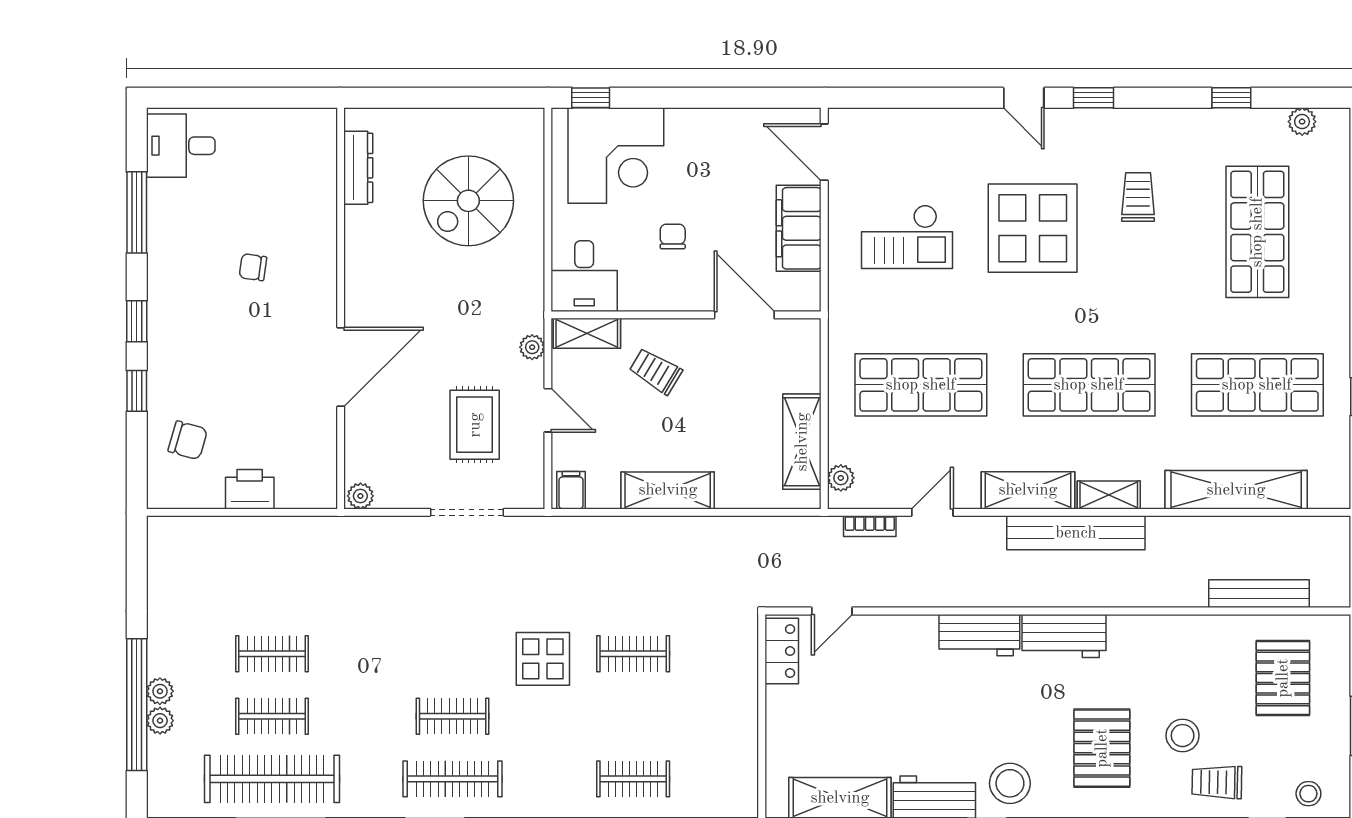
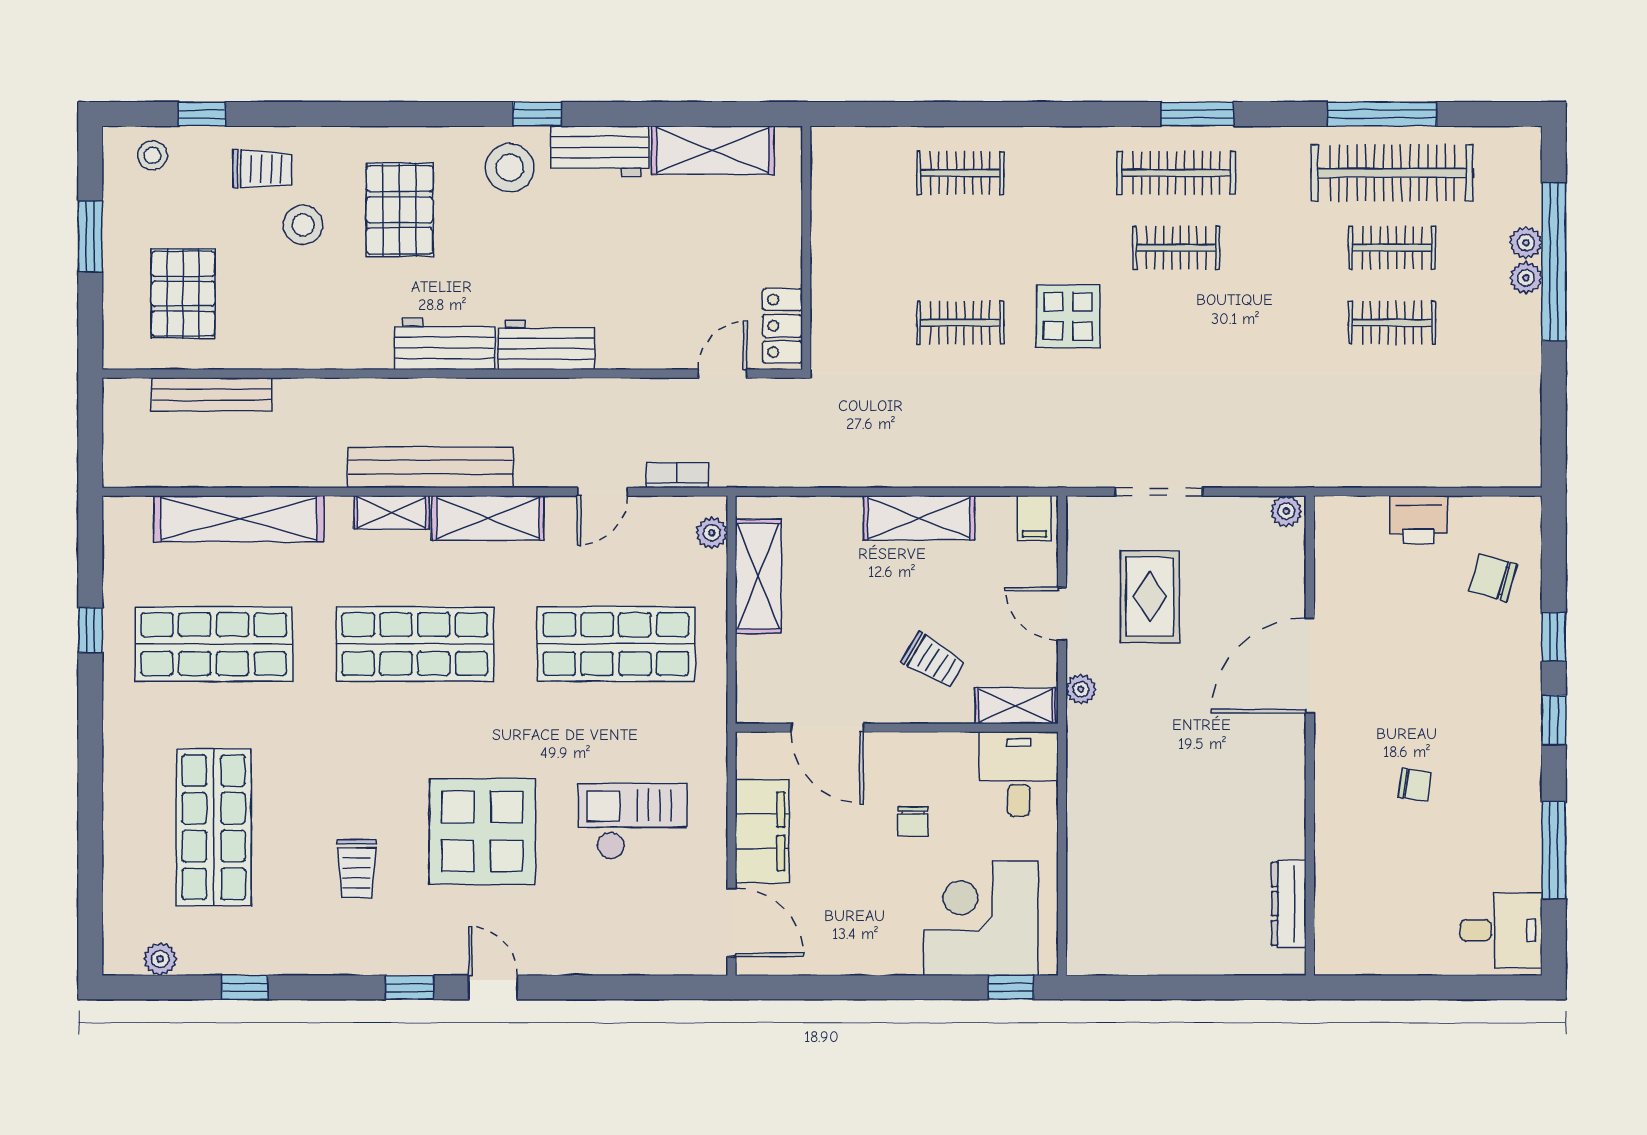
spiral stairs: (468, 201) -> (1157, 864), removed

